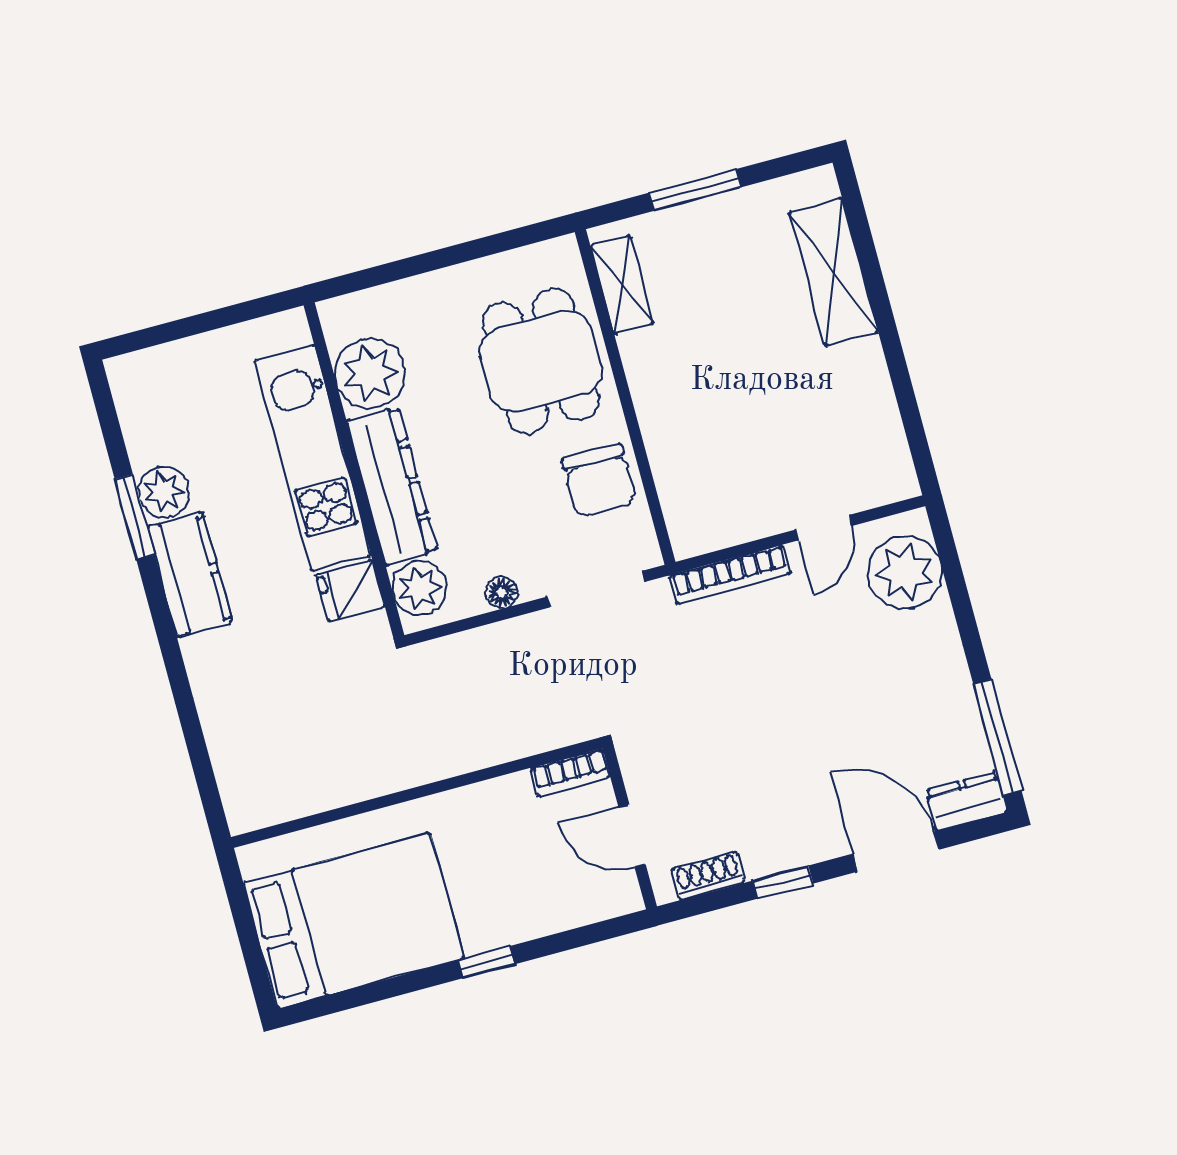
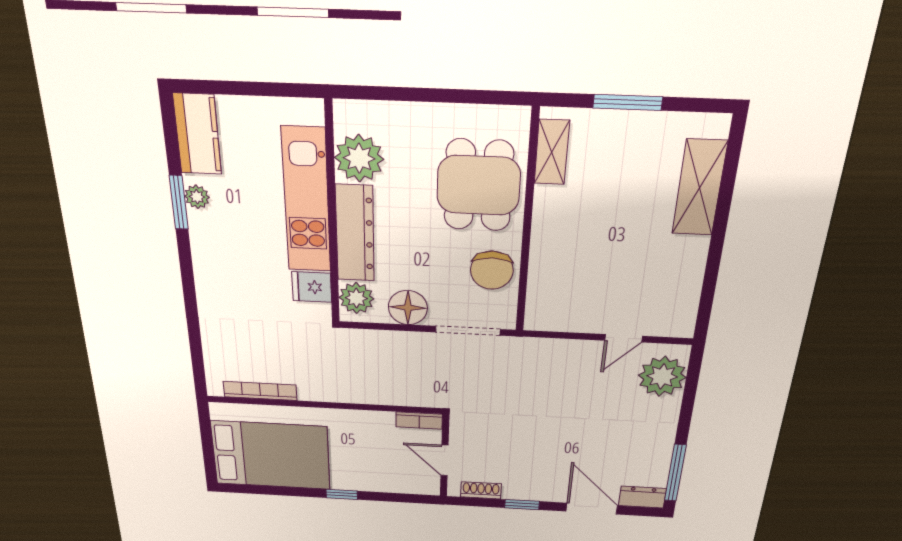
plant: (164, 492) -> (197, 197), width x0.73, depth x0.73
kitchen counter: (190, 574) -> (197, 134), moved
bookcase: (730, 574) -> (260, 391), moved, turned 180
floor lamp: (502, 593) -> (408, 308), width x1.89, depth x1.89

